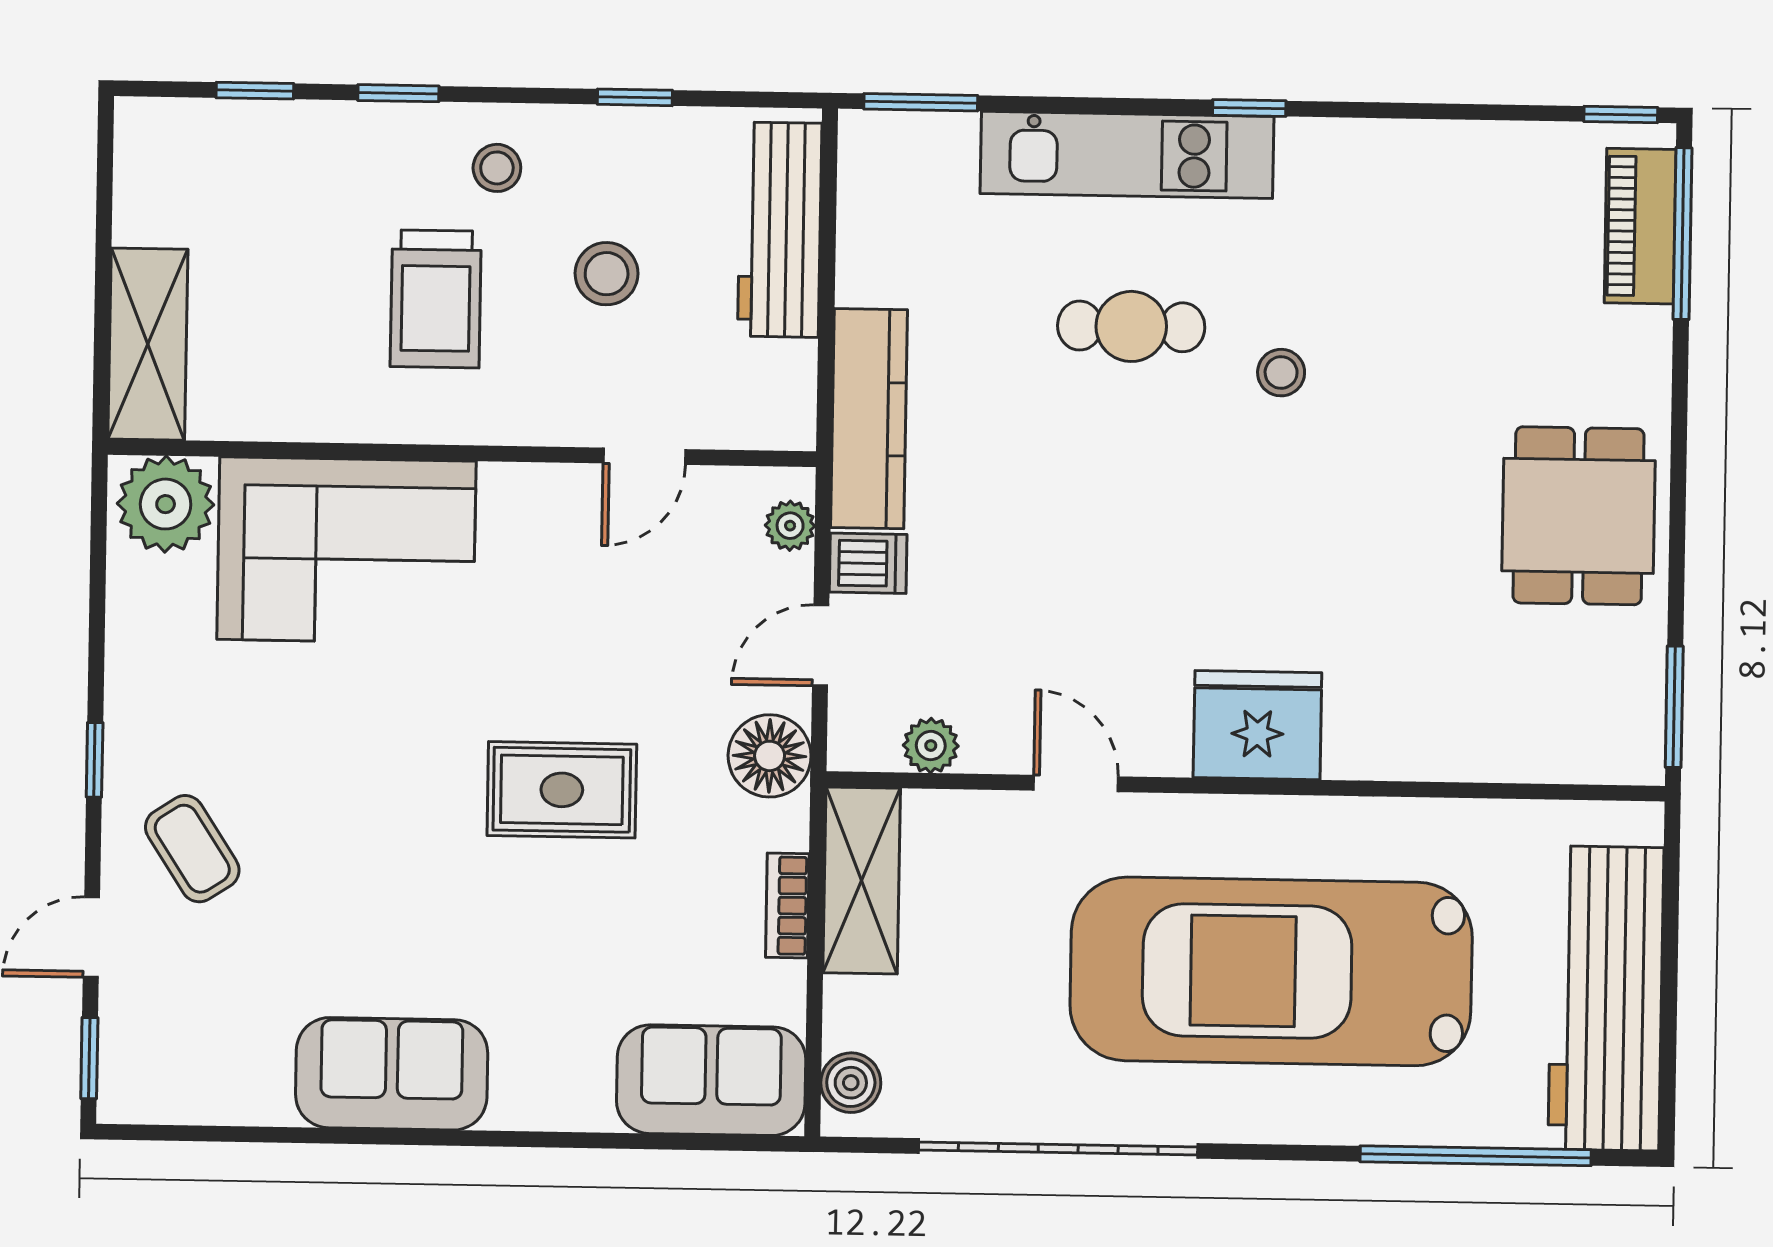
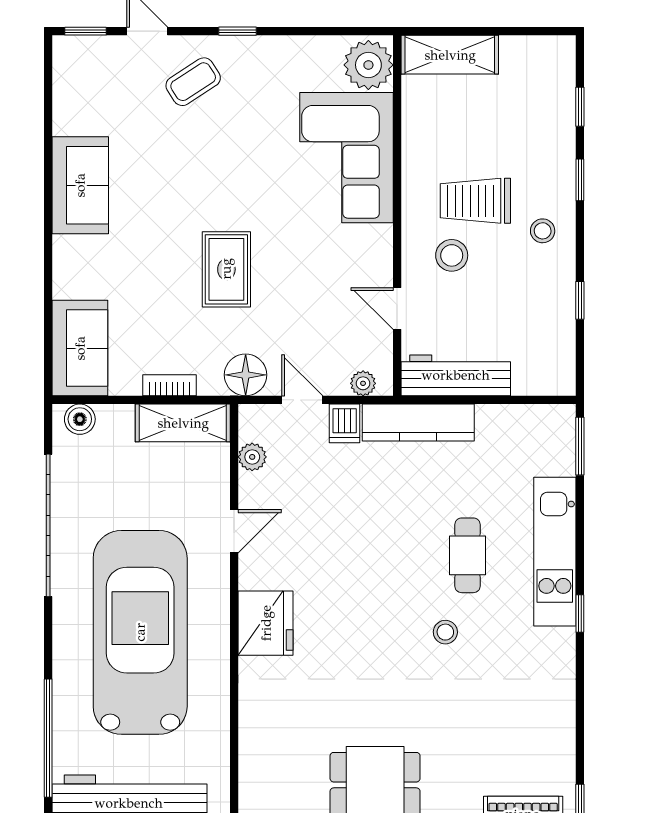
workbench: (780, 230) -> (456, 375), moved
stool: (607, 274) -> (452, 255), moved

